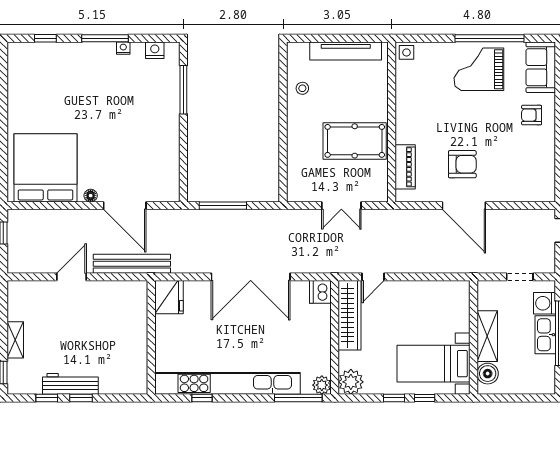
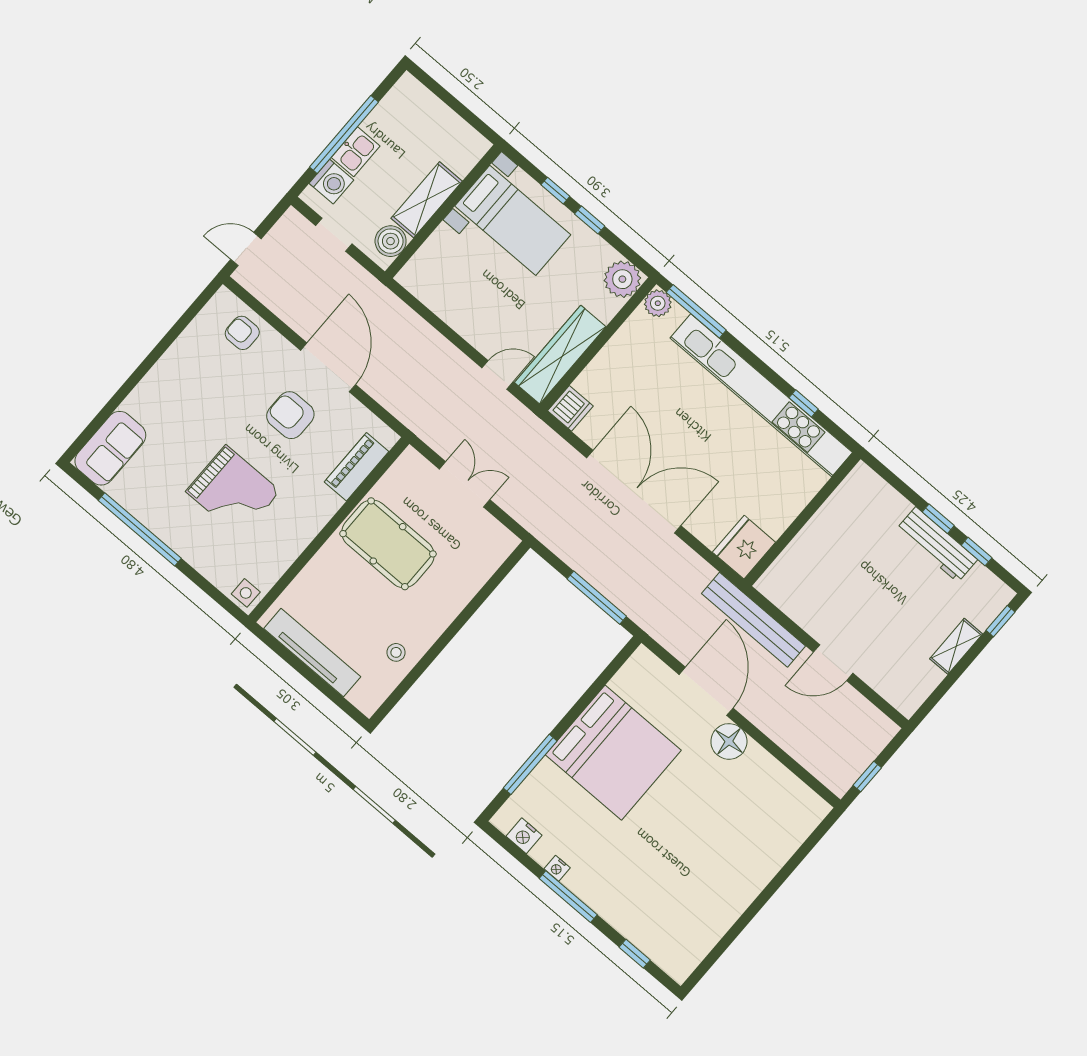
grand piano: (479, 69) -> (233, 491), moved
armchair: (532, 115) -> (242, 333), moved, turned 180
bed: (45, 168) -> (613, 753), moved, turned -90
floor lamp: (91, 196) -> (729, 741), width x1.89, depth x1.89
kitchen sink: (545, 335) -> (356, 152), width x0.73
boiler: (488, 374) -> (391, 241), moved

